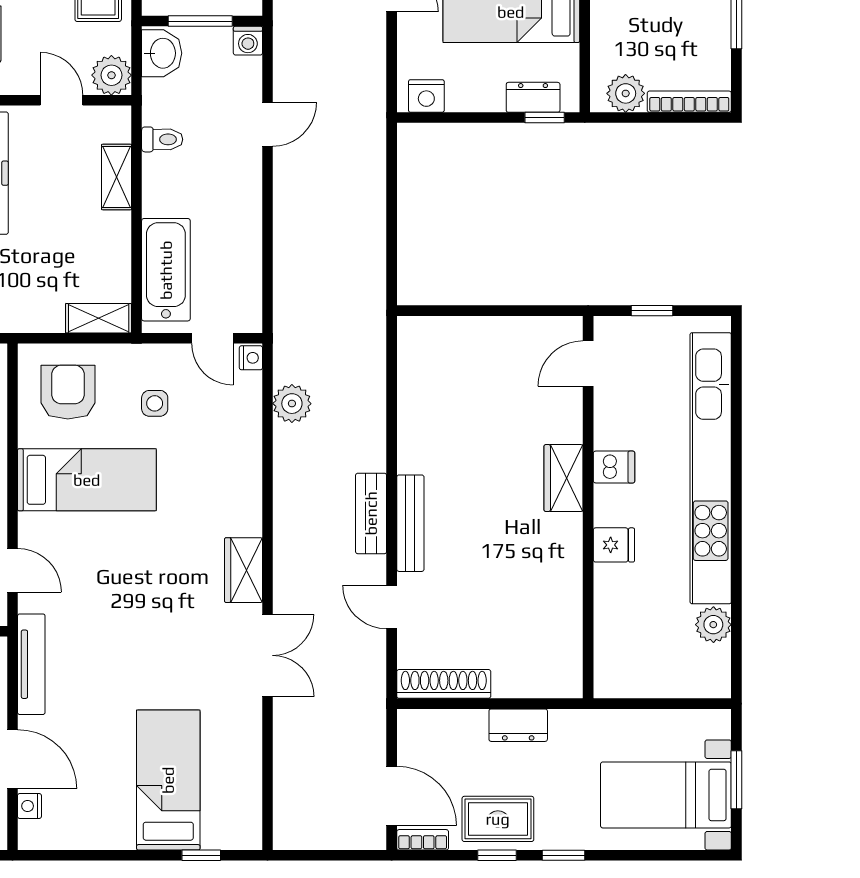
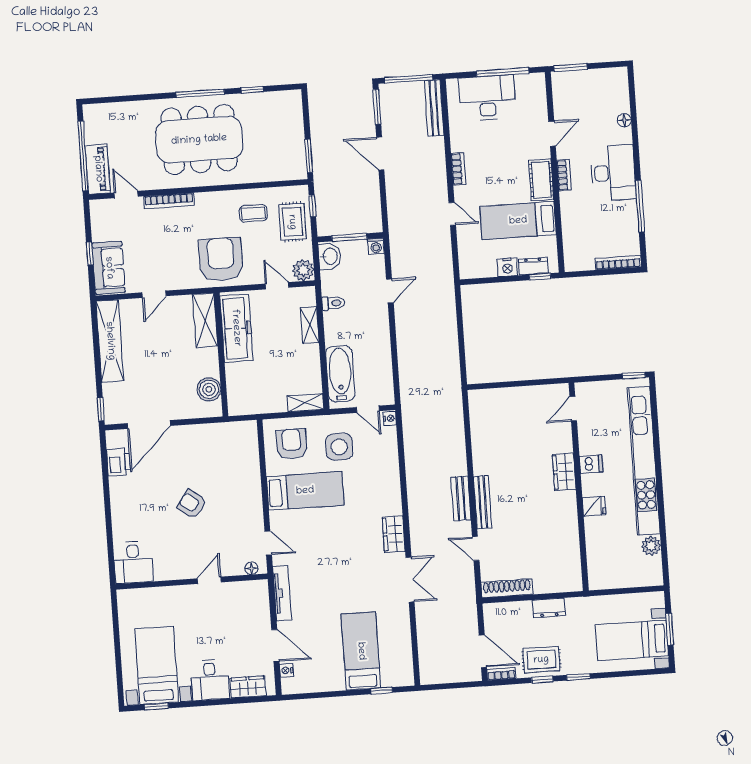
plant: (626, 93) -> (583, 260), removed
nightstand: (426, 96) -> (507, 267), moved
window: (652, 311) -> (634, 376), moved
side table: (155, 403) -> (339, 447), width x1.87, depth x1.87
plant: (292, 404) -> (414, 442), removed

